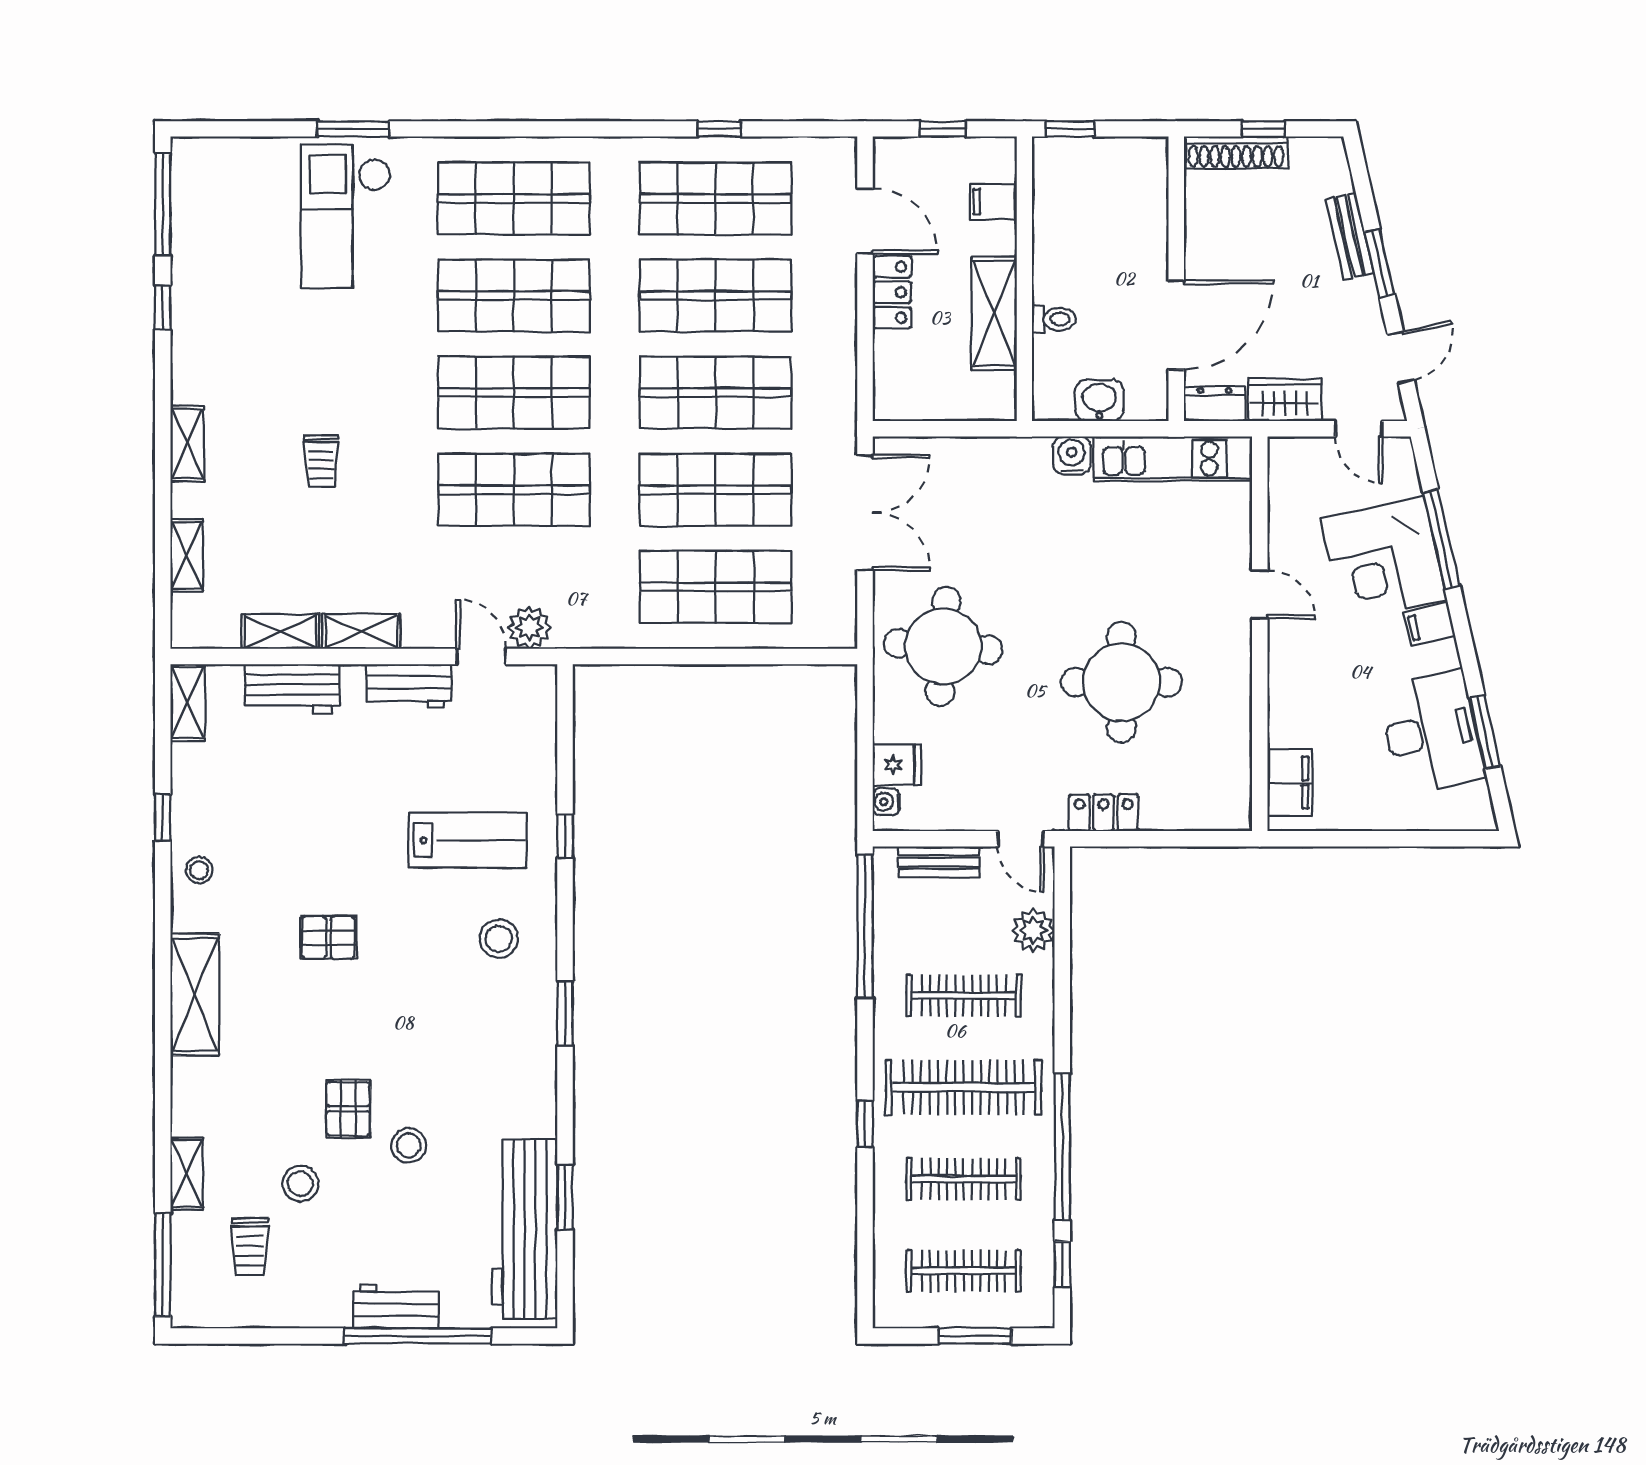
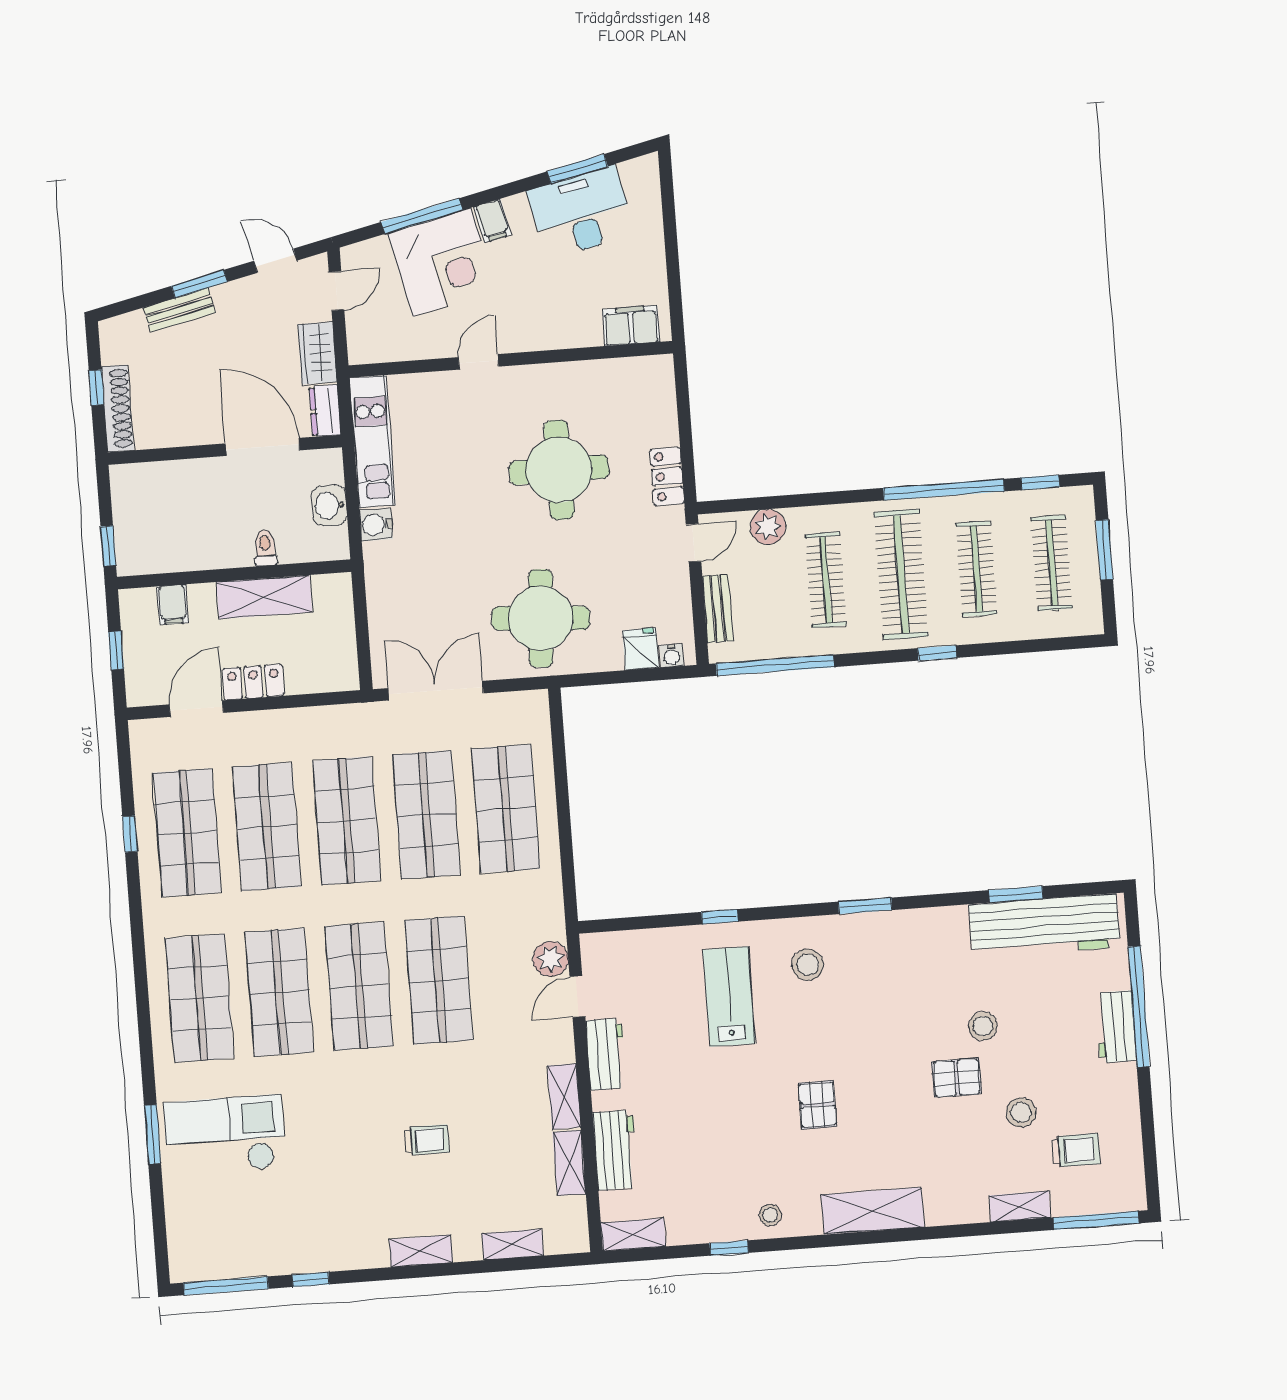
checkout: (346, 216) -> (225, 1135), turned 180

